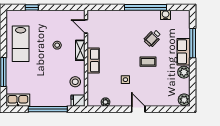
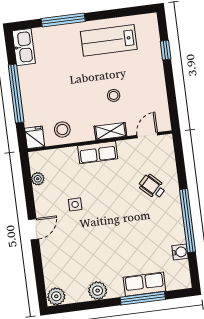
wheelchair: (153, 38) -> (152, 187), moved
row of seats: (184, 52) -> (144, 284), moved
coffee table: (148, 62) -> (106, 235), removed

